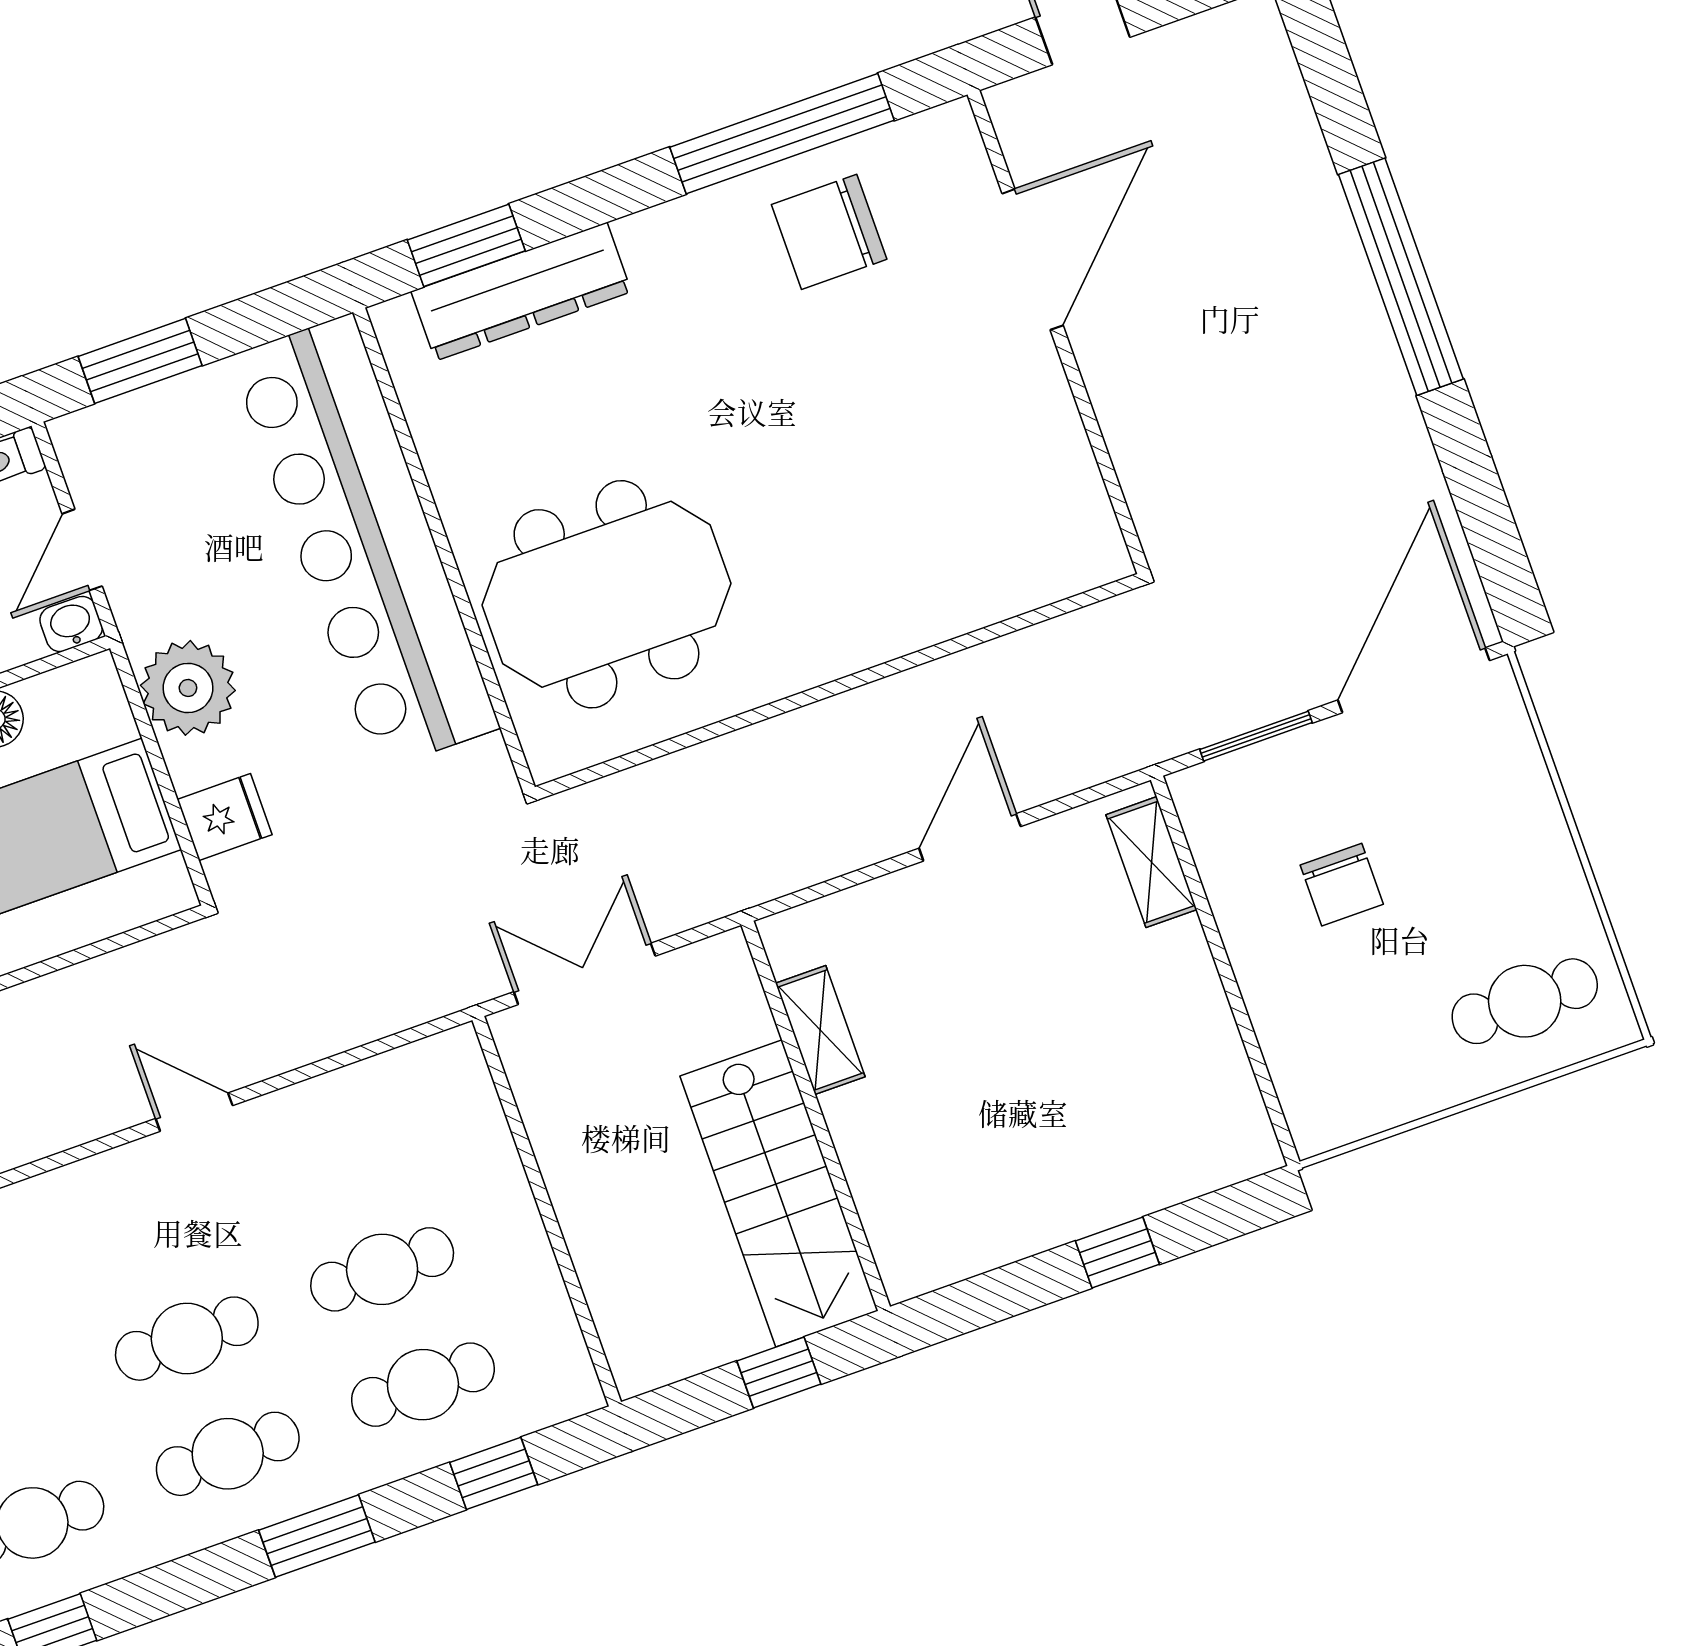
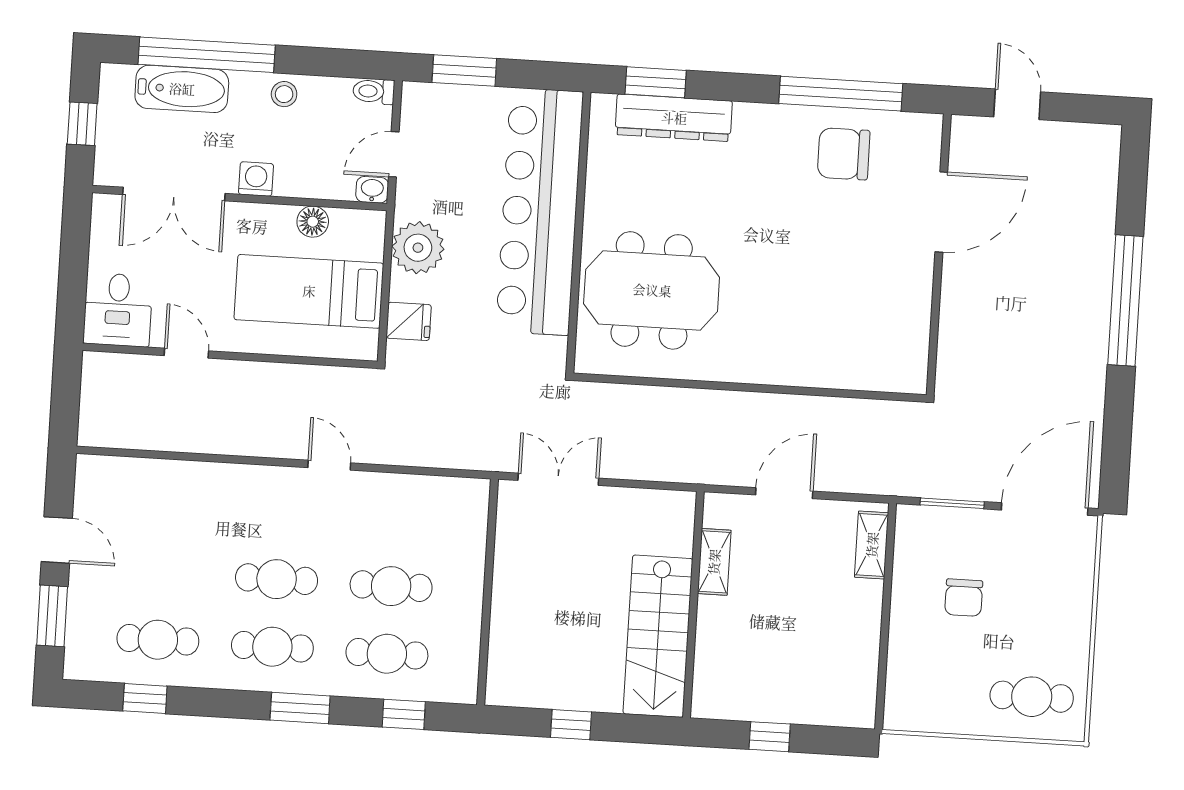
shelving: (820, 1030) -> (714, 562), moved
wall: (816, 1116) -> (693, 605), moved
stairs: (779, 1193) -> (658, 636), moved

